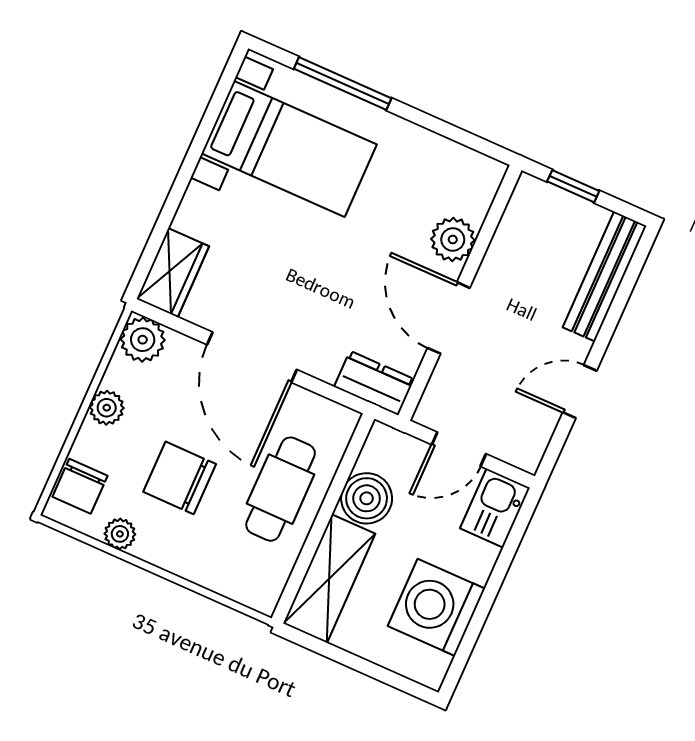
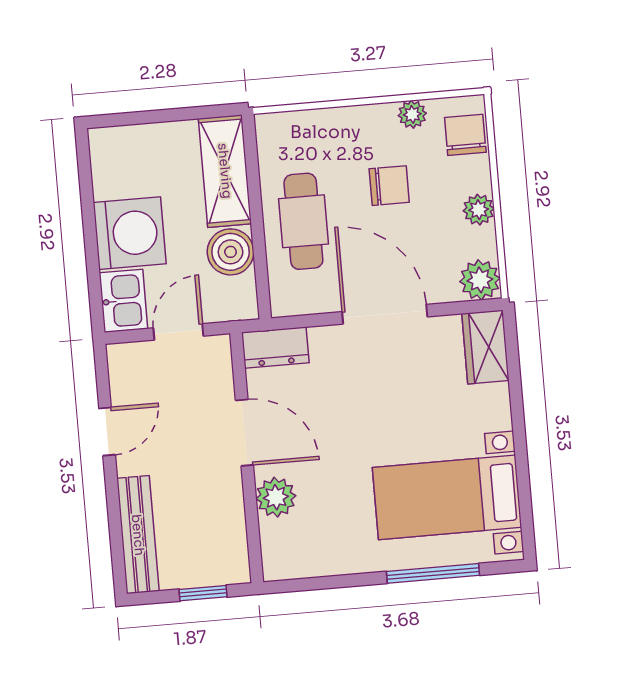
chair: (180, 478) -> (389, 186), width x0.73, depth x0.73
washing machine: (436, 607) -> (130, 233), moved

